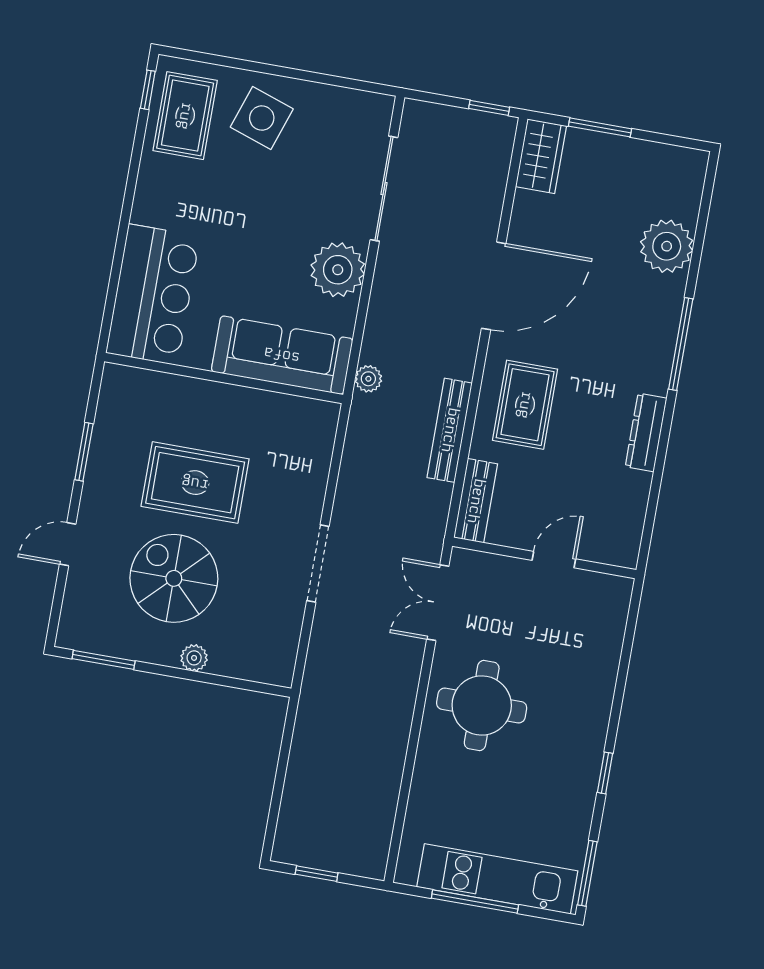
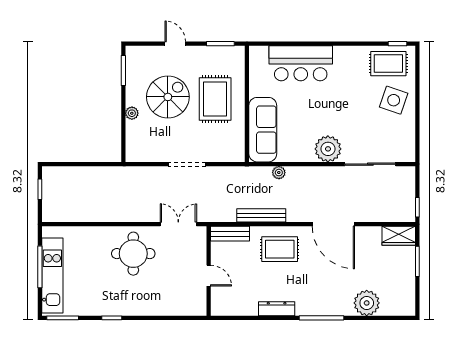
sofa: (282, 355) -> (263, 130), moved
wall: (224, 378) -> (247, 104), moved

